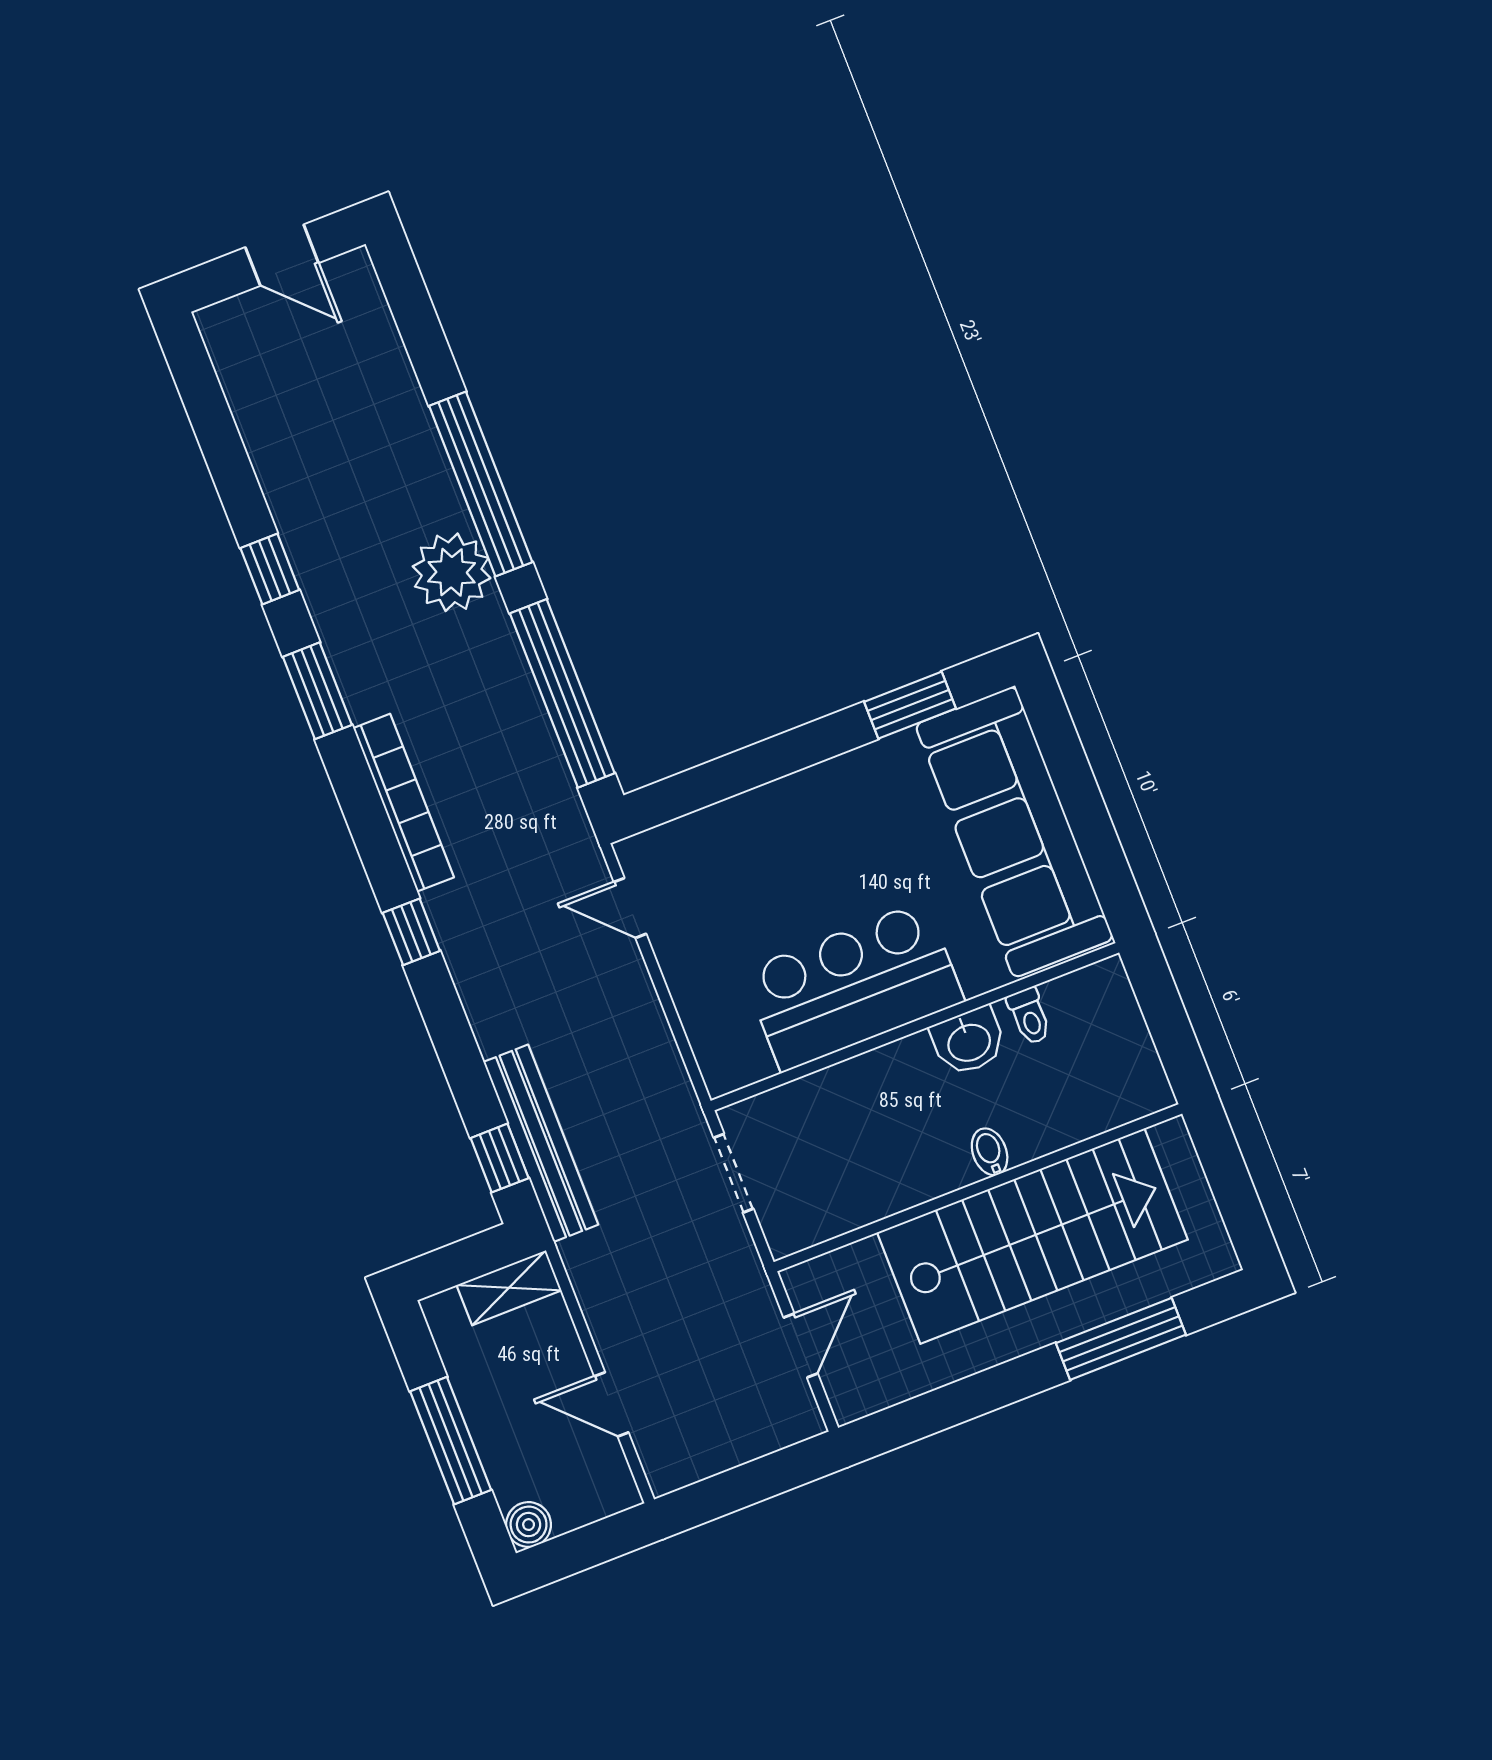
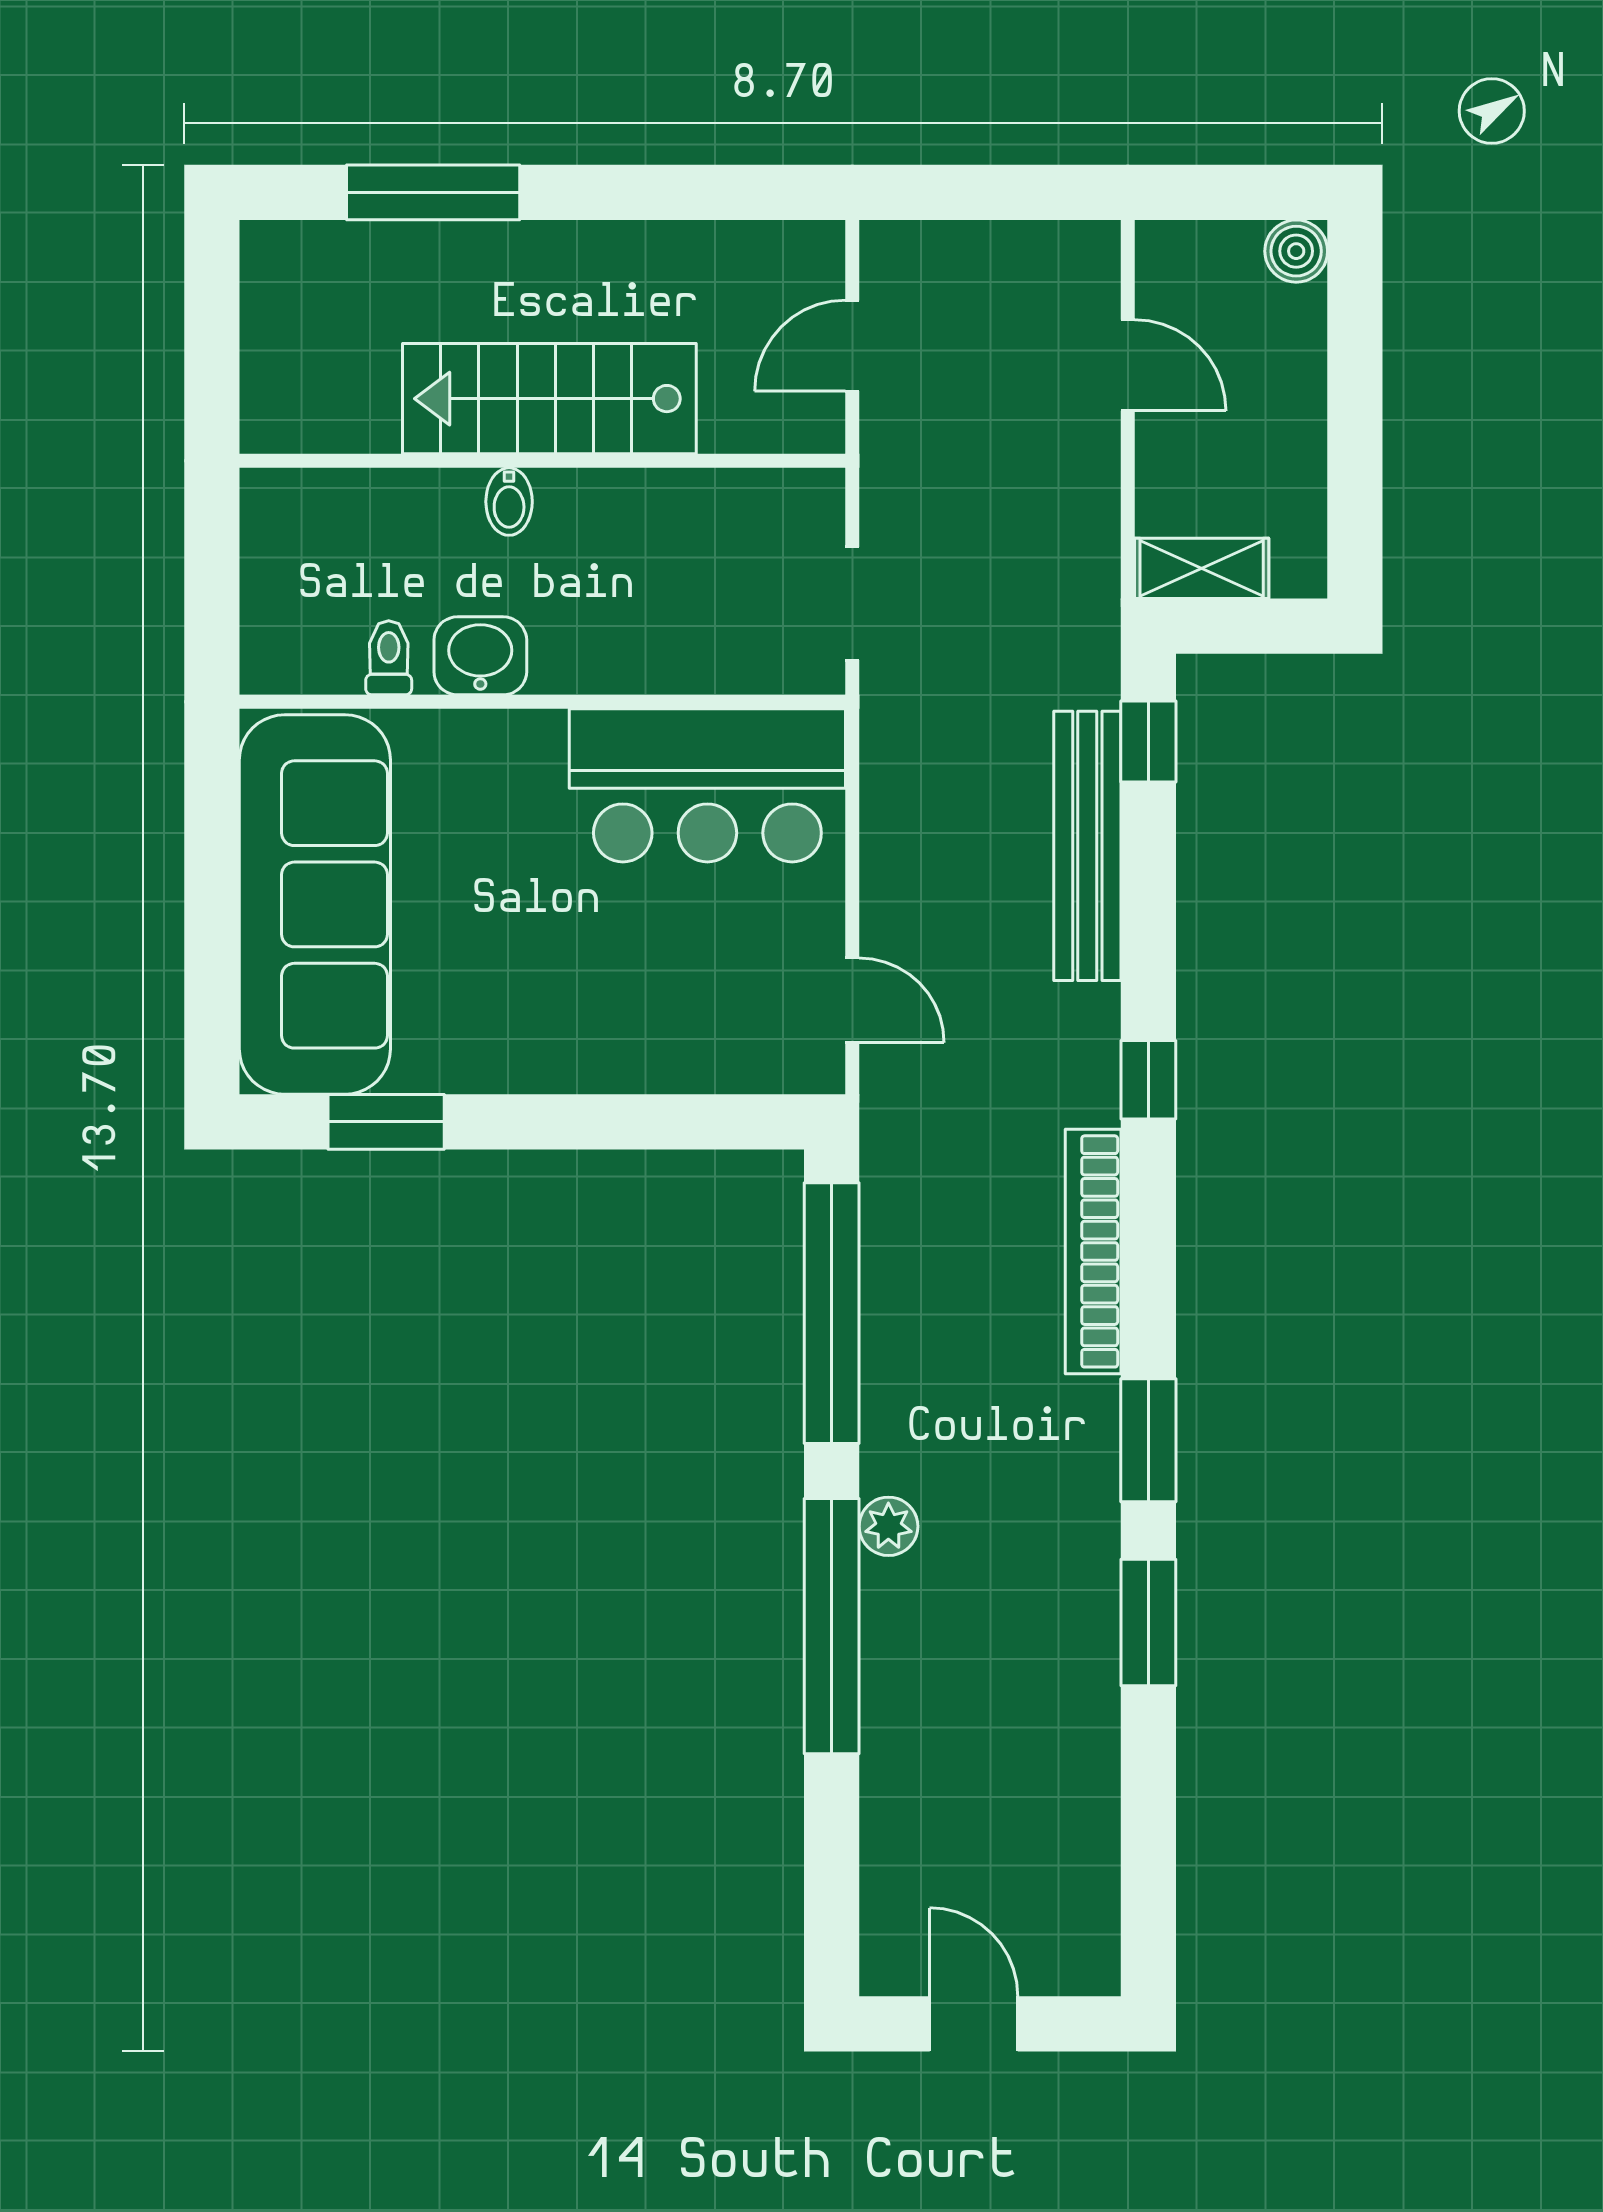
window: (270, 569) -> (1148, 1623), width x1.50
plant: (452, 572) -> (888, 1526), width x0.53, depth x0.53
bar counter: (853, 986) -> (707, 785), moved
bench: (541, 1143) -> (1087, 846), moved
stairs: (1032, 1236) -> (549, 399), width x0.73, depth x0.66
window: (451, 1441) -> (1355, 399), removed

